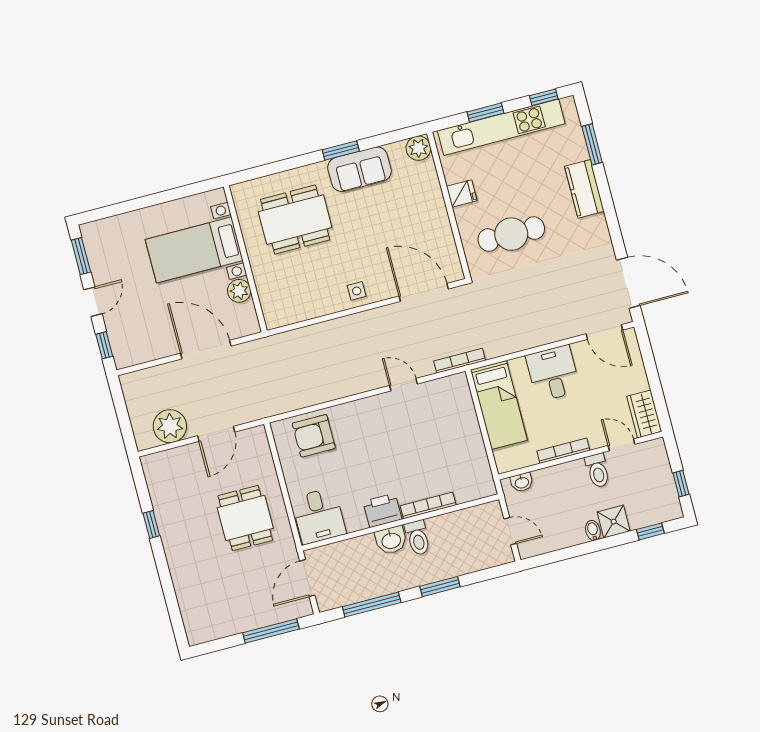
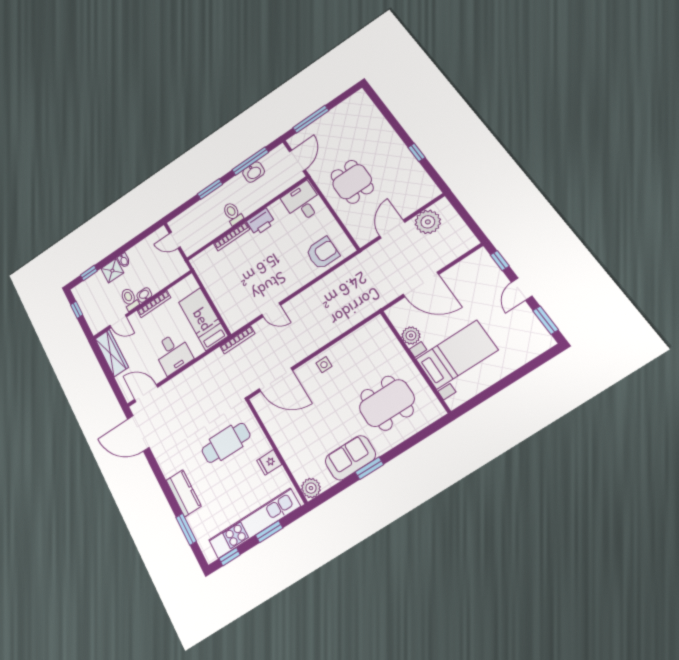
wardrobe: (644, 414) -> (112, 353), width x1.50
washbasin: (522, 482) -> (144, 295), moved
washbasin: (391, 540) -> (254, 172), moved, turned 180

